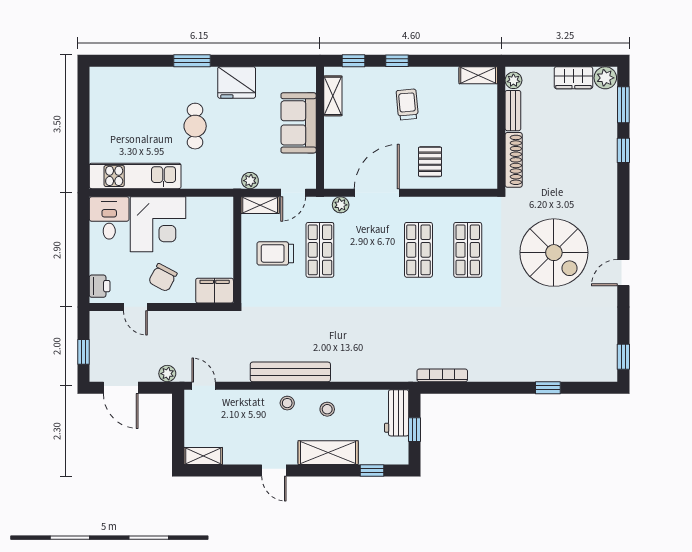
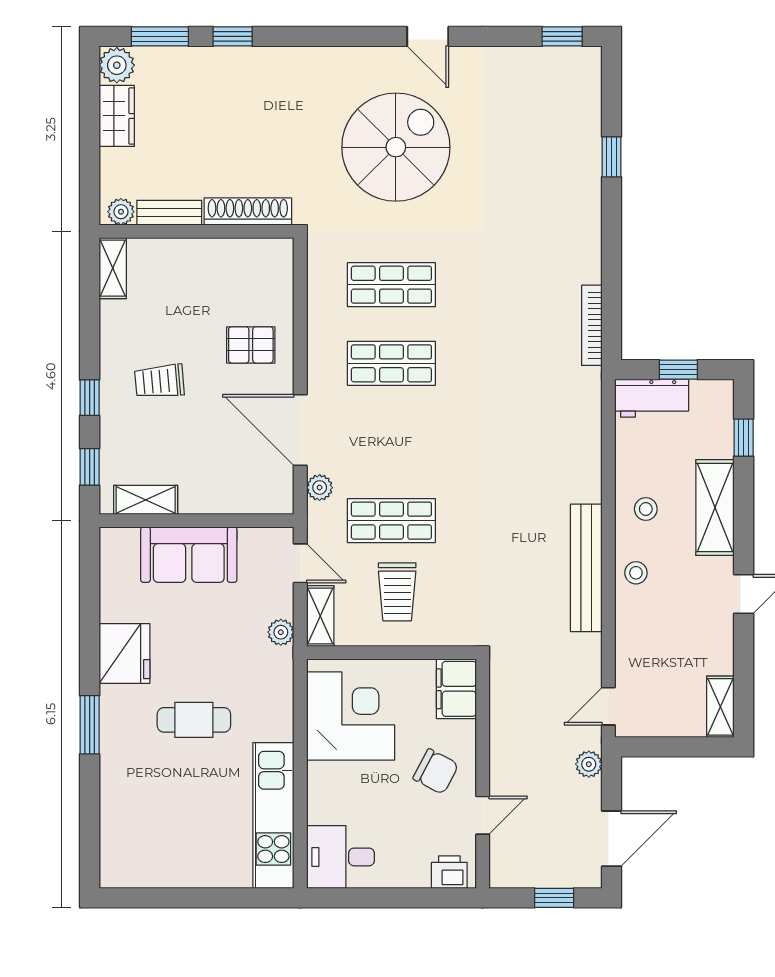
corner desk: (158, 224) -> (351, 716), moved

